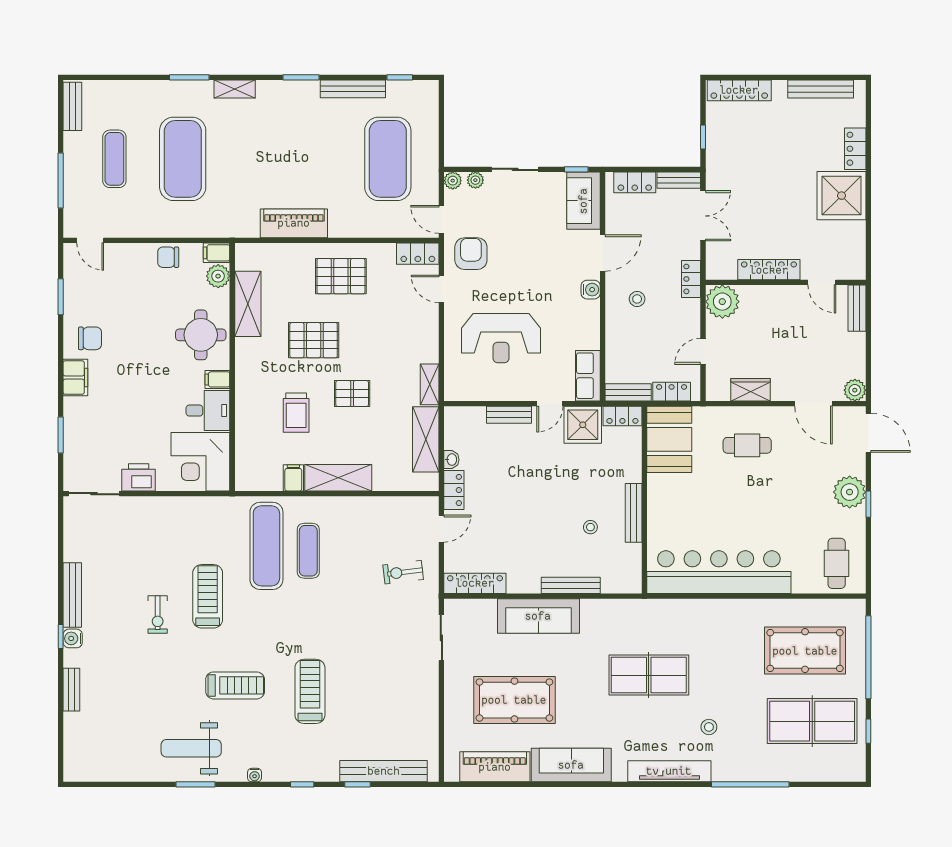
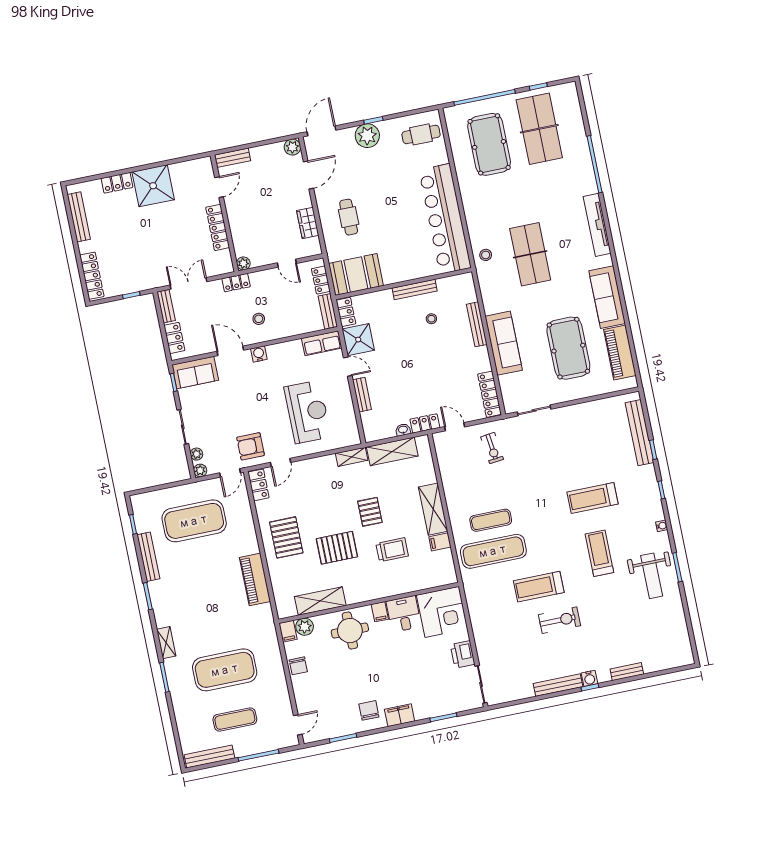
bench: (72, 106) -> (209, 757), width x1.36
plant: (722, 302) -> (243, 263), width x0.53, depth x0.53
pallet: (314, 340) -> (337, 548), turned 90
exercise bike: (158, 614) -> (559, 620), width x1.38, depth x1.39
stool: (709, 727) -> (486, 255), moved

